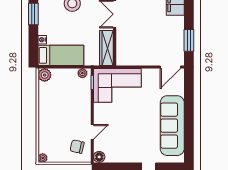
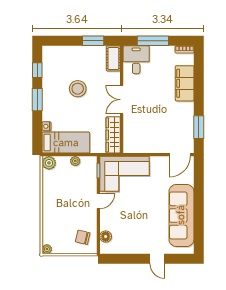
plant: (82, 73) -> (75, 161), moved
door: (92, 132) -> (98, 201), moved
floor lamp: (99, 157) -> (106, 237), moved

